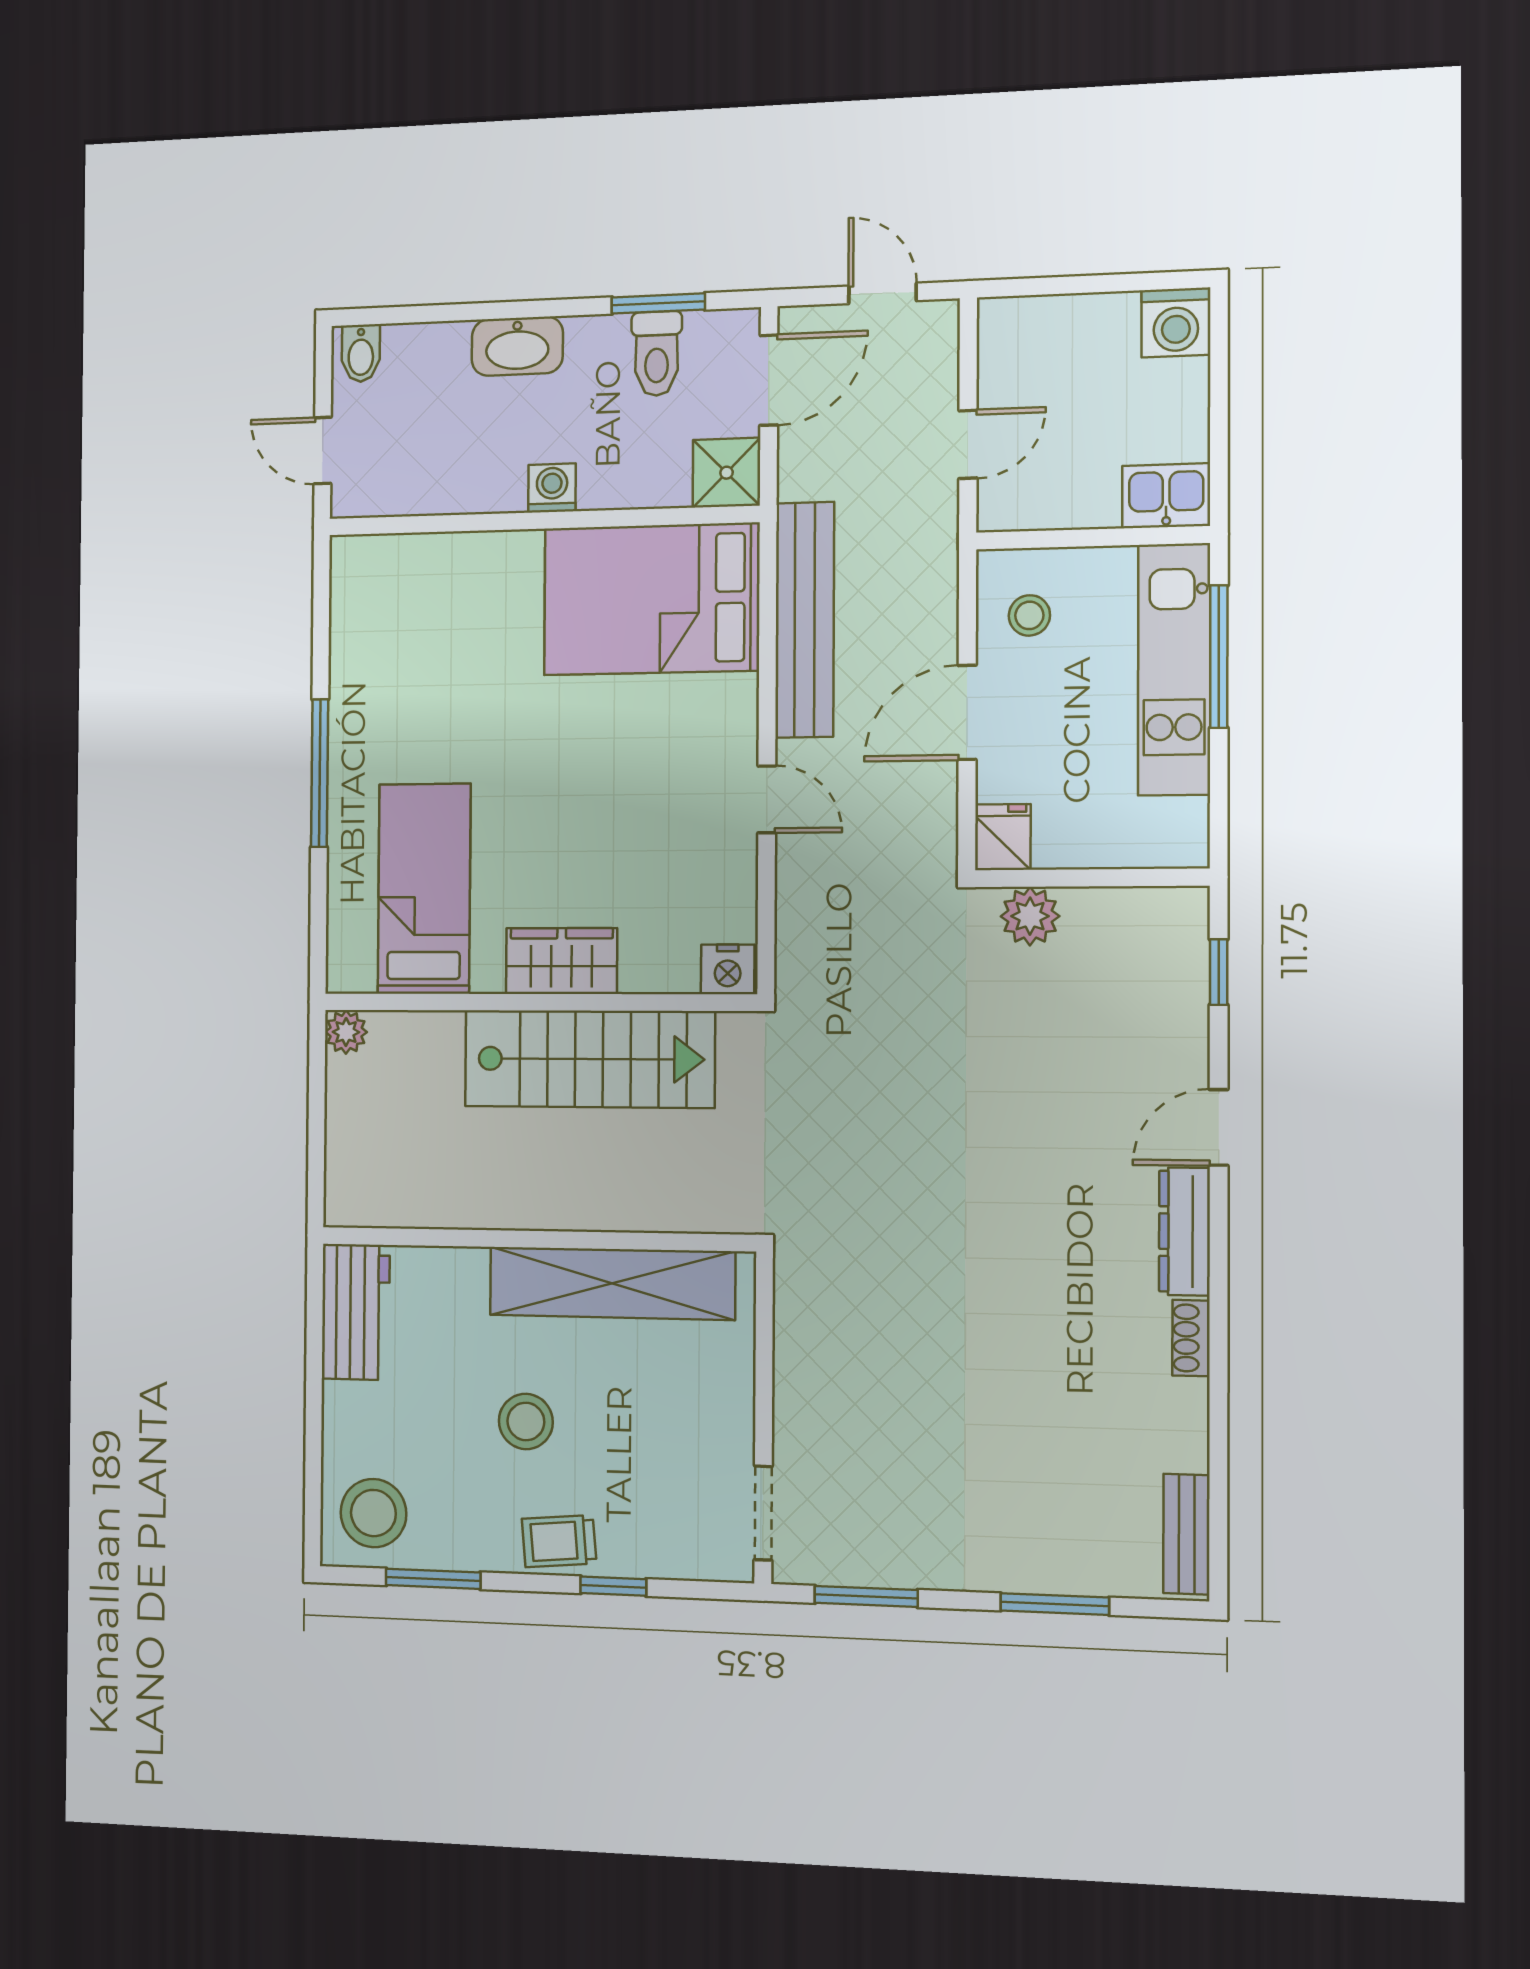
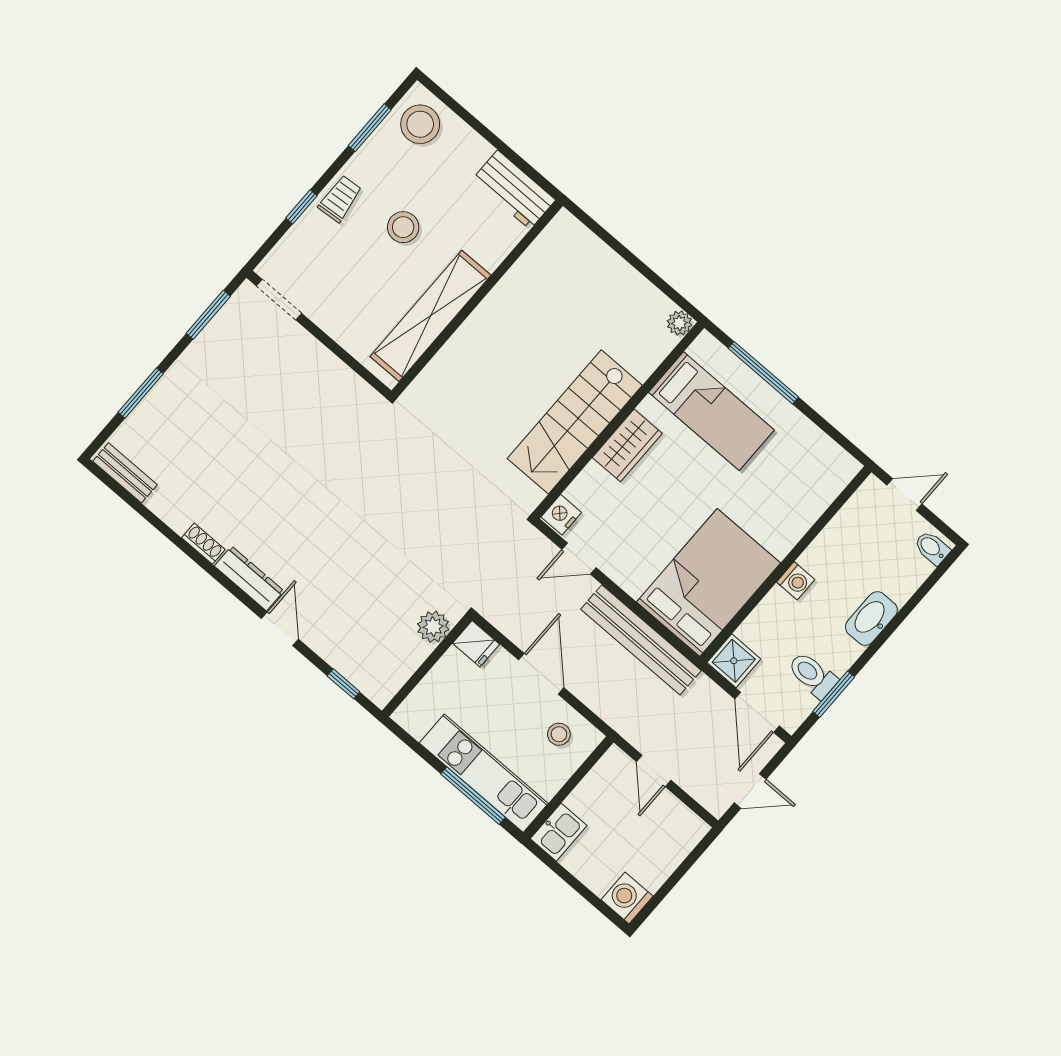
bed: (424, 889) -> (711, 411), moved
wardrobe: (561, 961) -> (627, 445), moved
nightstand: (728, 969) -> (561, 515), moved
wall: (538, 1002) -> (618, 420), moved
plant: (346, 1032) -> (679, 323), moved
stairs: (589, 1059) -> (575, 422), moved

